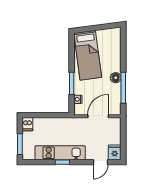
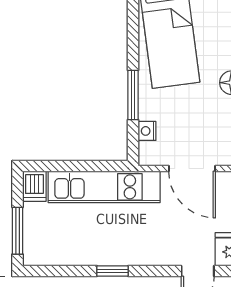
door: (98, 116) -> (192, 169), swing flipped
kitchen unit: (60, 153) -> (104, 187), moved, turned 180

